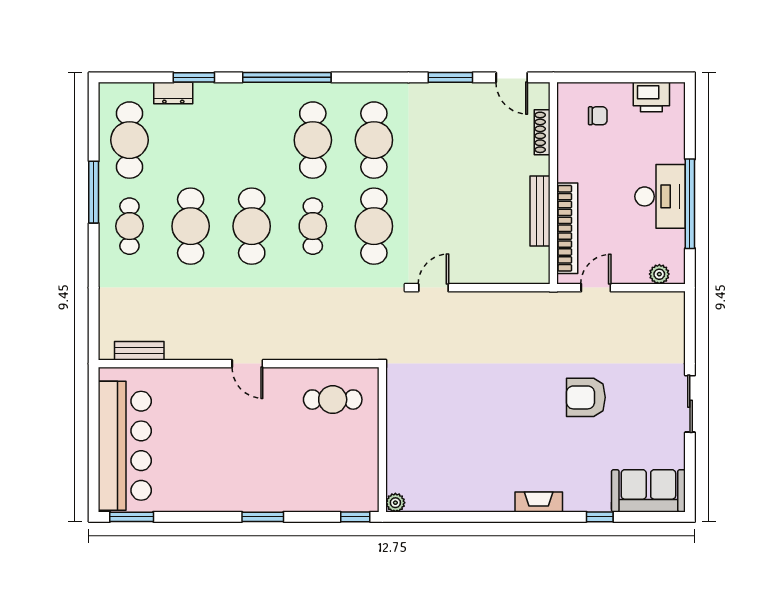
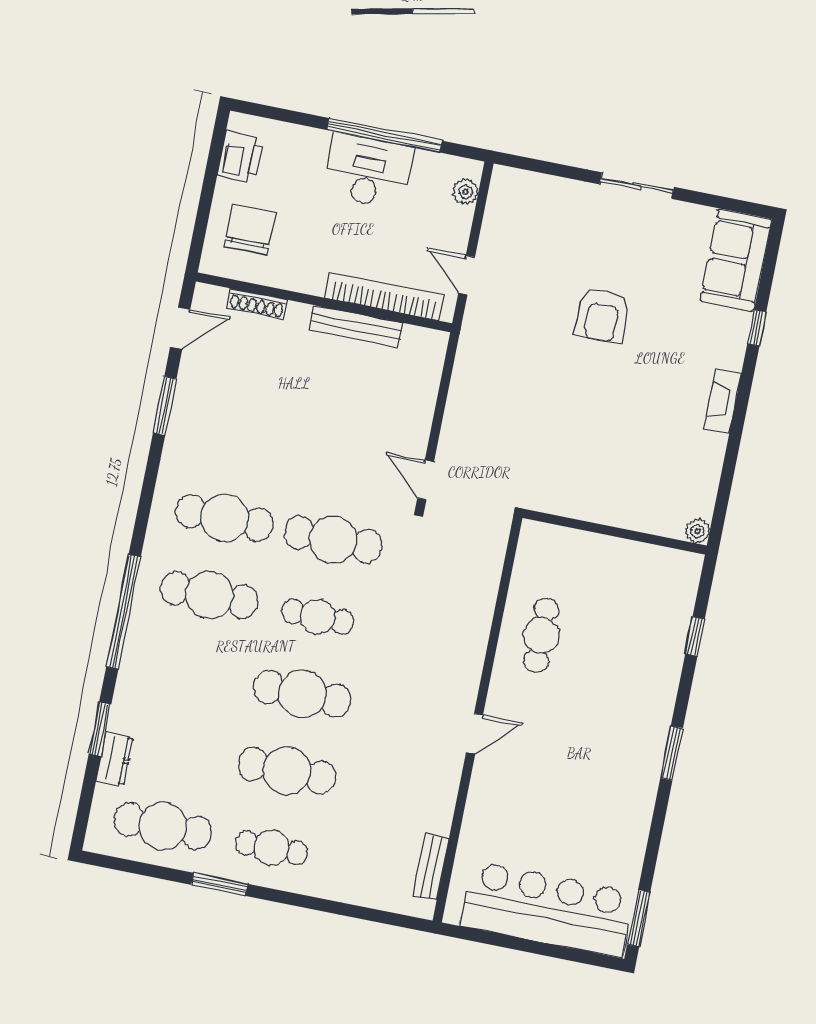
chair: (598, 116) -> (250, 230), width x1.87, depth x1.87
window: (94, 192) -> (220, 884), width x0.69
wall: (382, 440) -> (615, 532), moved
plant: (395, 503) -> (697, 531), moved

